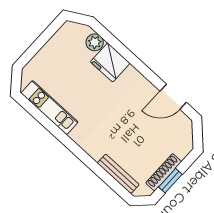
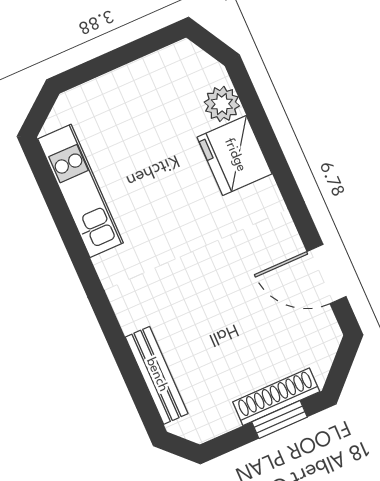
shoe rack: (164, 172) -> (276, 397), moved
window: (170, 181) -> (279, 420), moved

